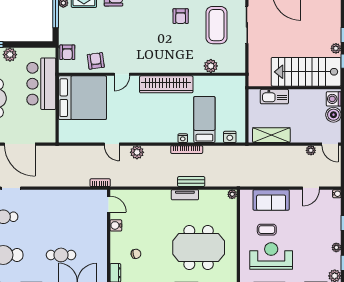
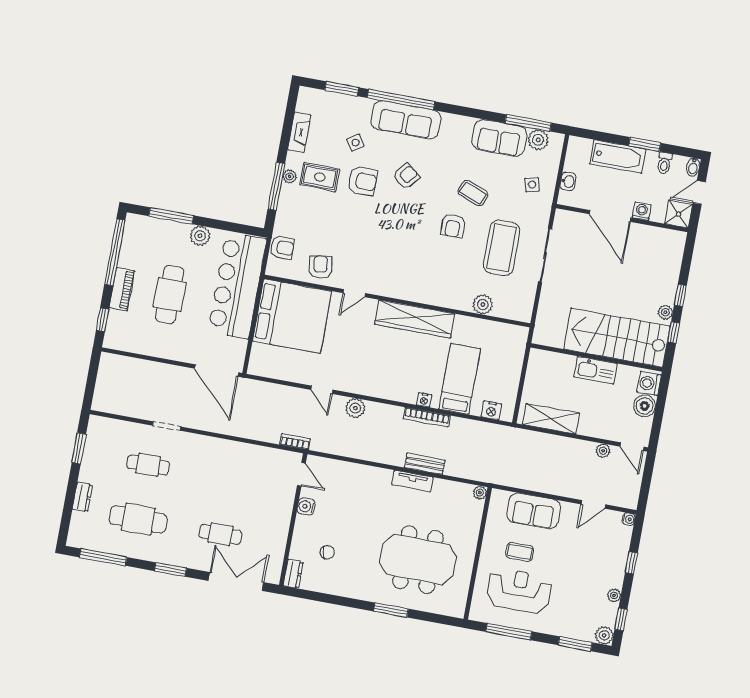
armchair: (67, 52) -> (282, 247), turned -90
bar counter: (41, 84) -> (237, 286), width x1.36
kitchen sink: (274, 97) -> (595, 370), moved
door: (20, 144) -> (217, 370), moved

